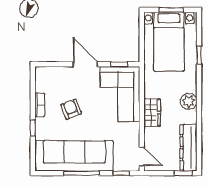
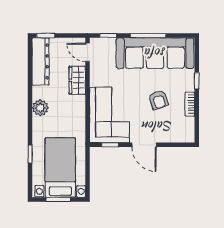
wardrobe: (152, 112) -> (77, 80), moved

